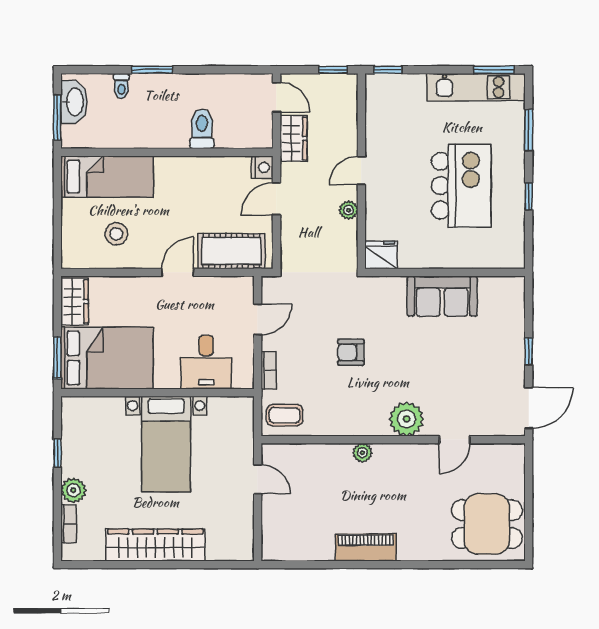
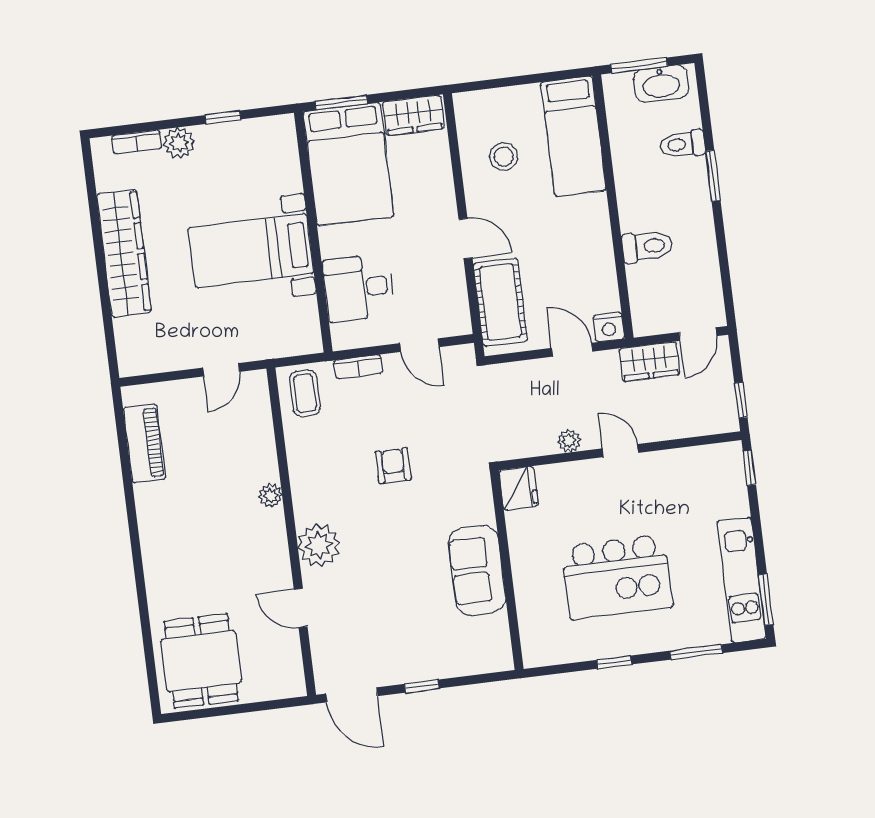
toilet: (121, 86) -> (683, 144), width x1.37, depth x1.39
piano: (366, 547) -> (144, 443), moved

